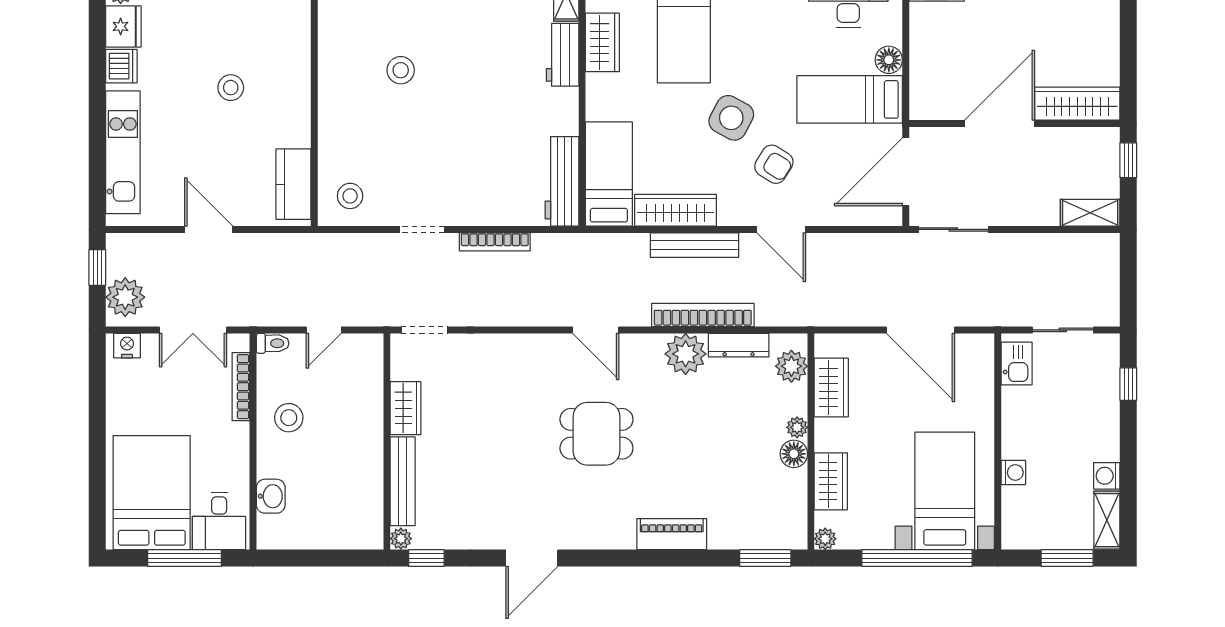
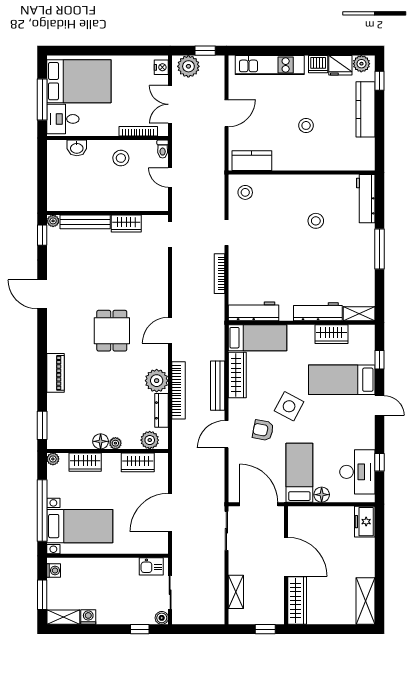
workbench: (563, 55) -> (318, 312), width x1.38
armchair: (774, 164) -> (263, 430), turned 69
shelving: (1090, 213) -> (236, 592), moved
boiler: (1108, 345) -> (162, 618), added
washing machine: (1013, 472) -> (54, 571), moved, turned -90

